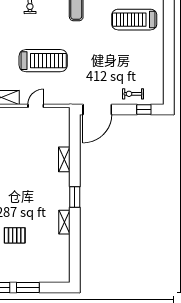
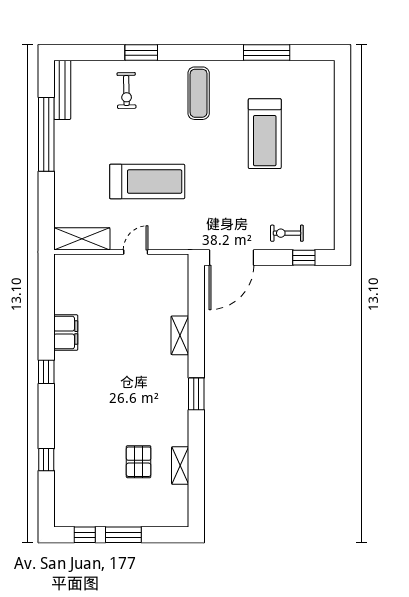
treadmill: (134, 20) -> (265, 134), moved, turned -90
shelving: (64, 222) -> (180, 466), moved
pallet: (15, 235) -> (139, 462), moved, turned 90

